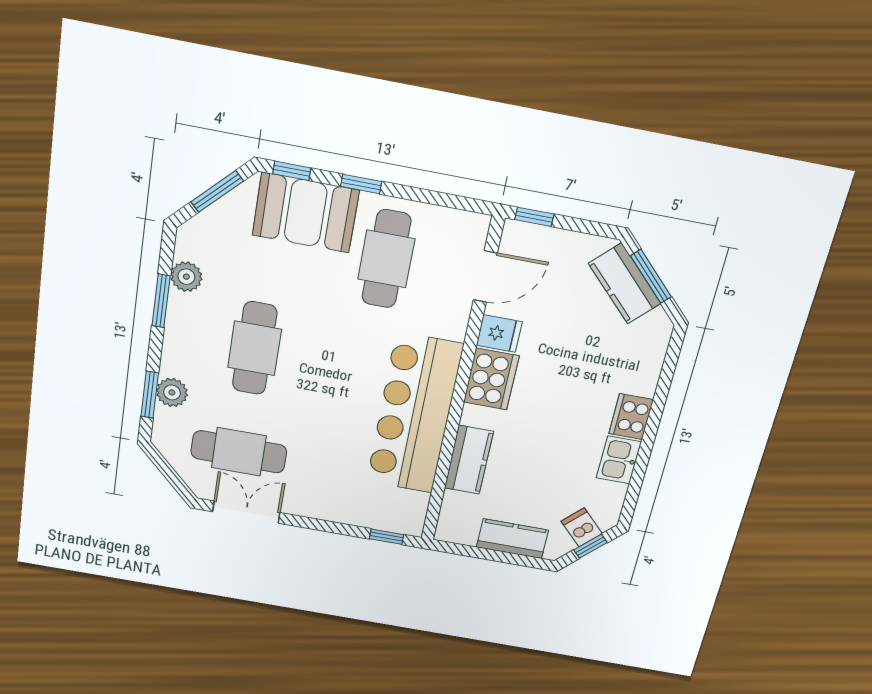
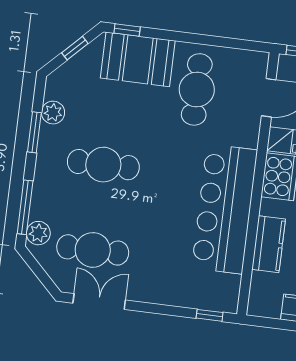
window: (361, 184) -> (176, 36), removed
window: (217, 191) -> (75, 48), width x0.67
cafe table: (255, 348) -> (103, 165), turned 90
plant: (172, 392) -> (38, 233), moved
window: (150, 395) -> (25, 207), width x1.44

